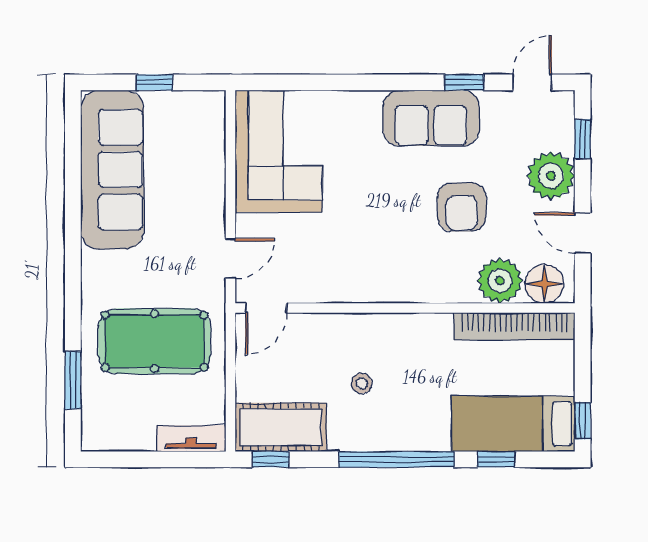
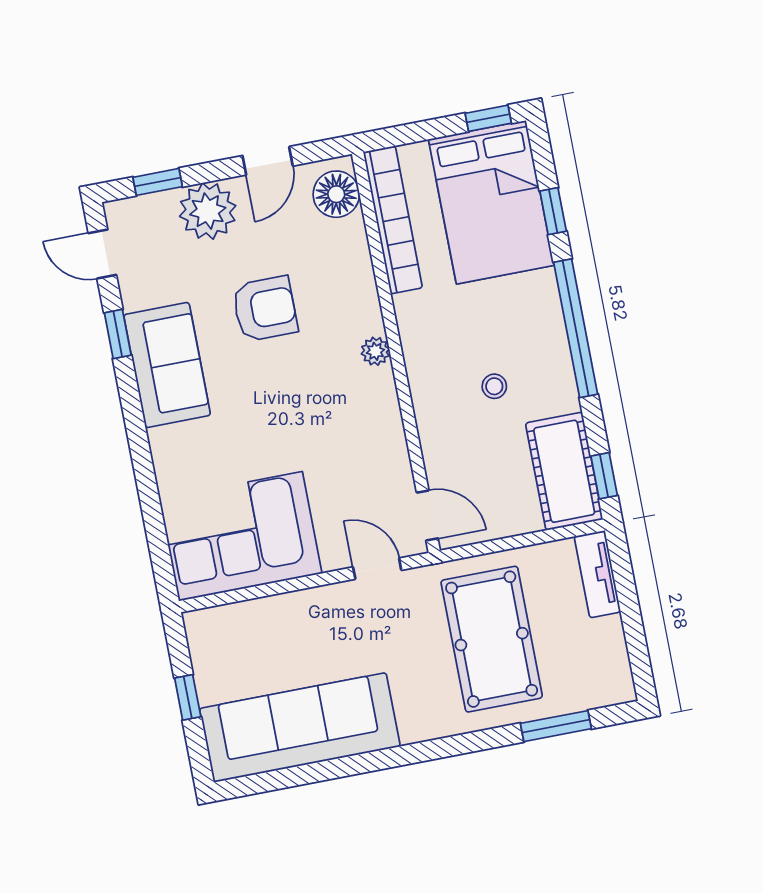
plant: (500, 281) -> (375, 351), moved, width x0.53, depth x0.53
bed: (513, 424) -> (491, 202), width x1.50

